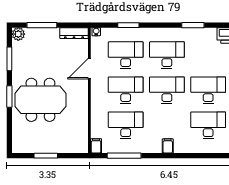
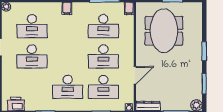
desk: (167, 90) -> (68, 56), removed
meeting table: (40, 100) -> (164, 31), moved, turned 90

